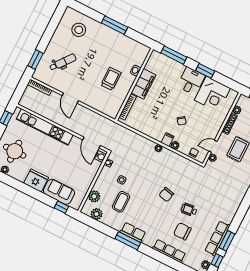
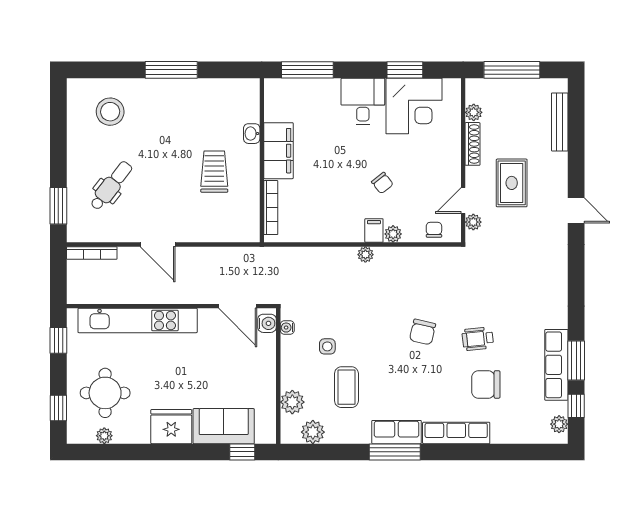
window: (205, 71) -> (405, 70), moved
row of seats: (169, 251) -> (456, 433), moved

